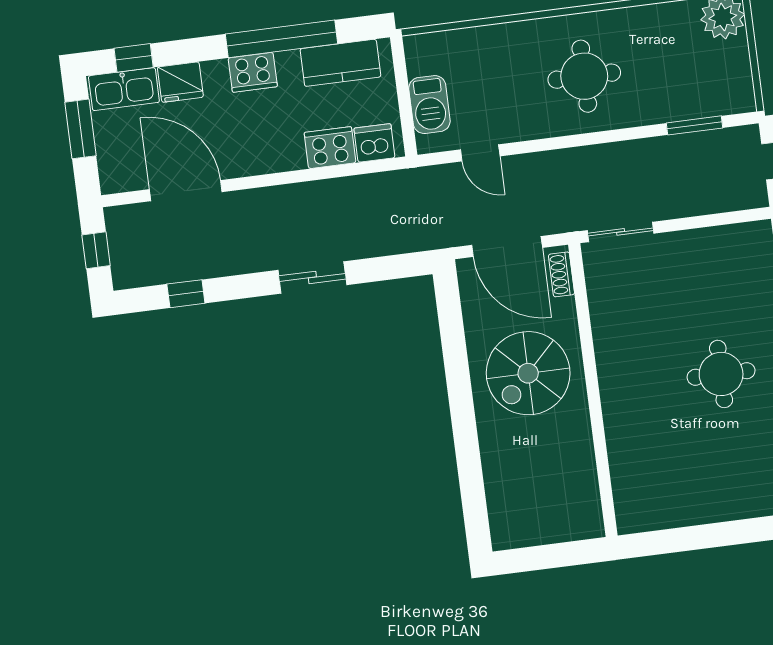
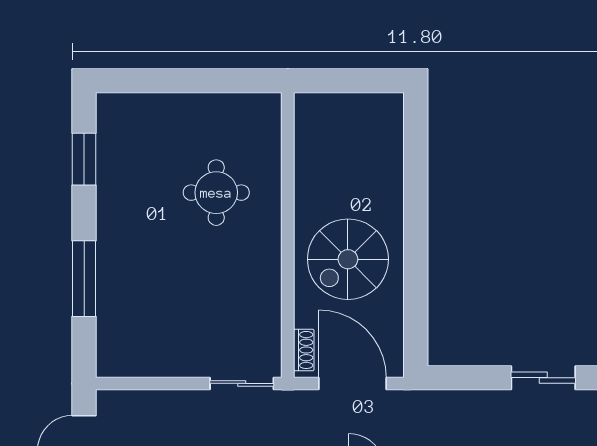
spiral stairs: (528, 373) -> (348, 259), turned 180
round table: (721, 374) -> (216, 193), moved

